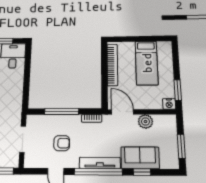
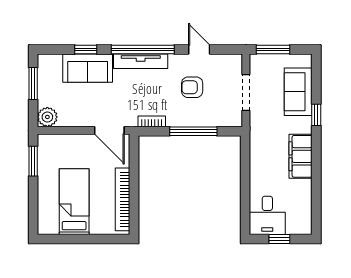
nightstand: (169, 104) -> (46, 141), removed
plant: (145, 122) -> (47, 117), moved

